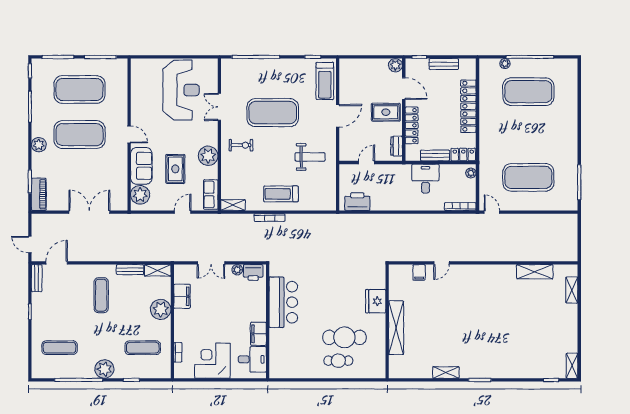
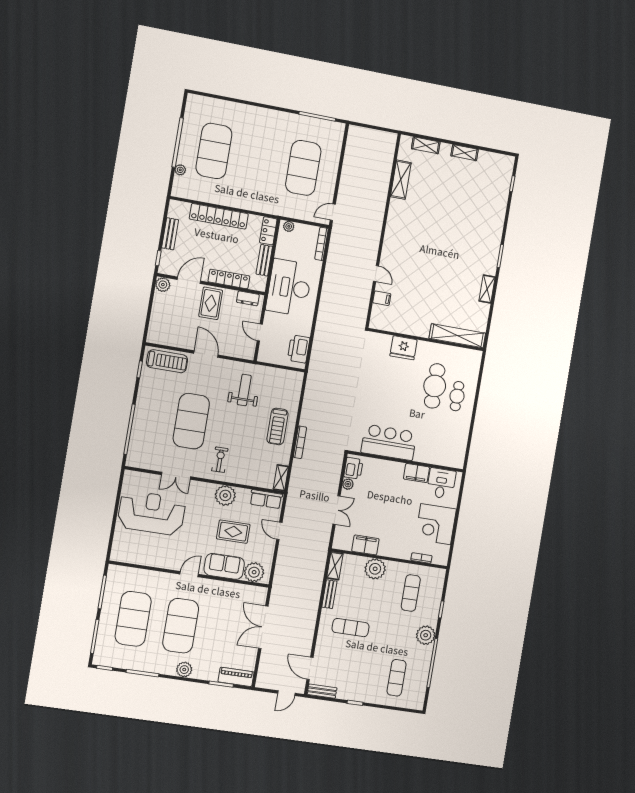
desk: (425, 179) -> (289, 287), width x1.87, depth x1.30
shelving: (396, 328) -> (457, 336), moved
shelving: (572, 366) -> (465, 153), moved

